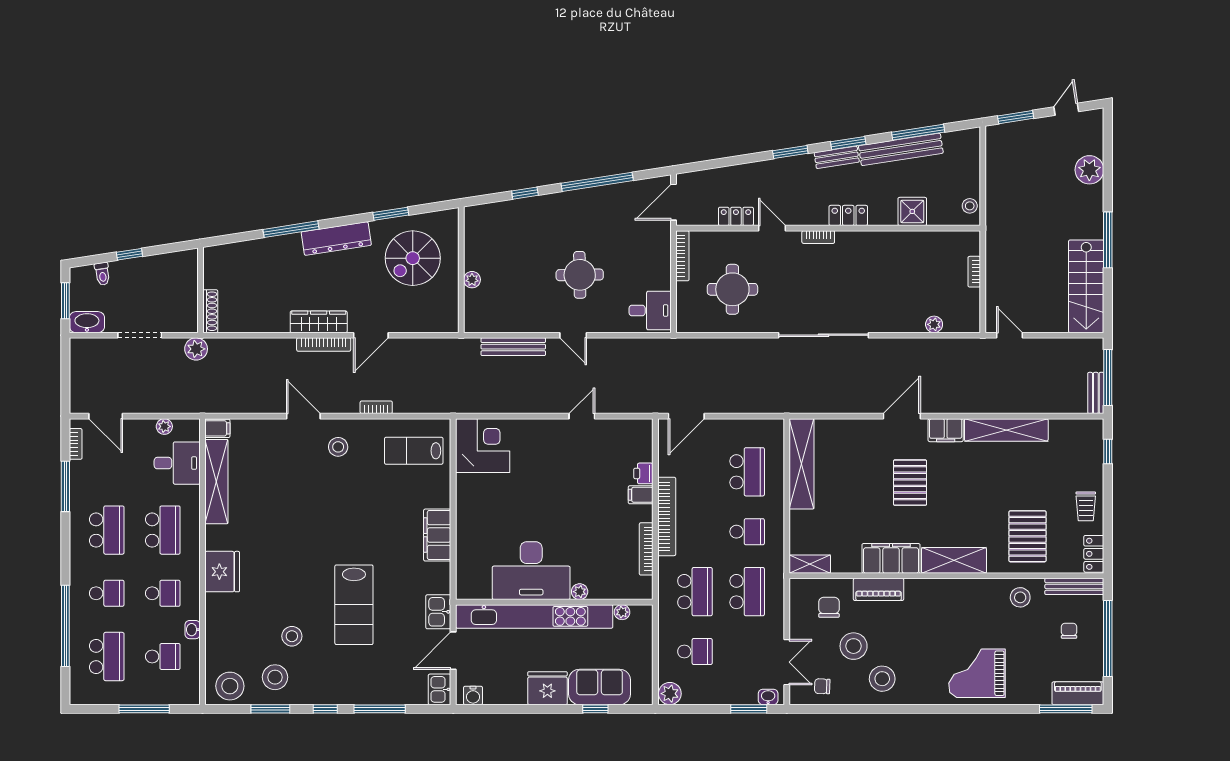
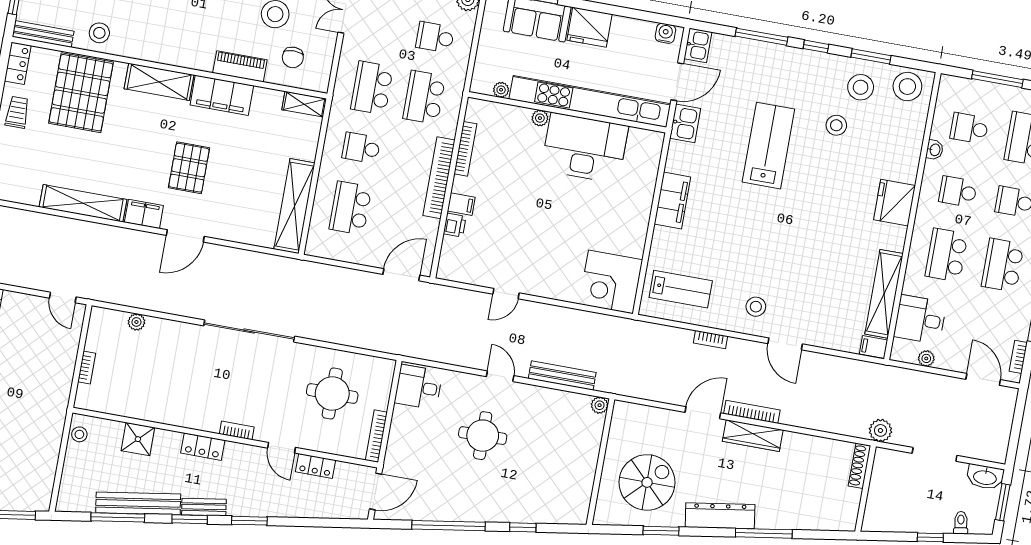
plant: (472, 280) -> (600, 405), moved
pallet: (1027, 536) -> (81, 93), width x1.37, depth x1.41

